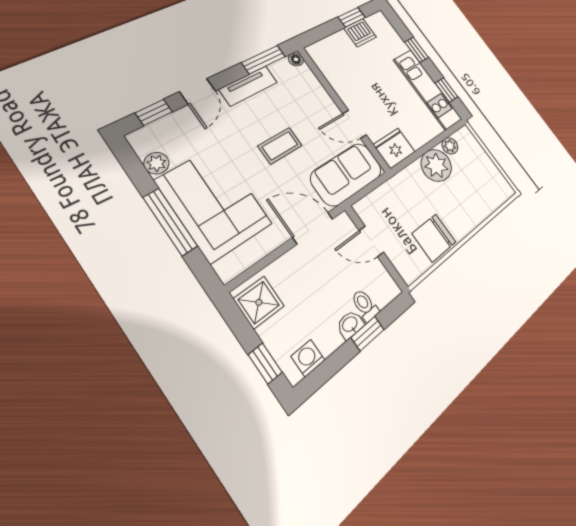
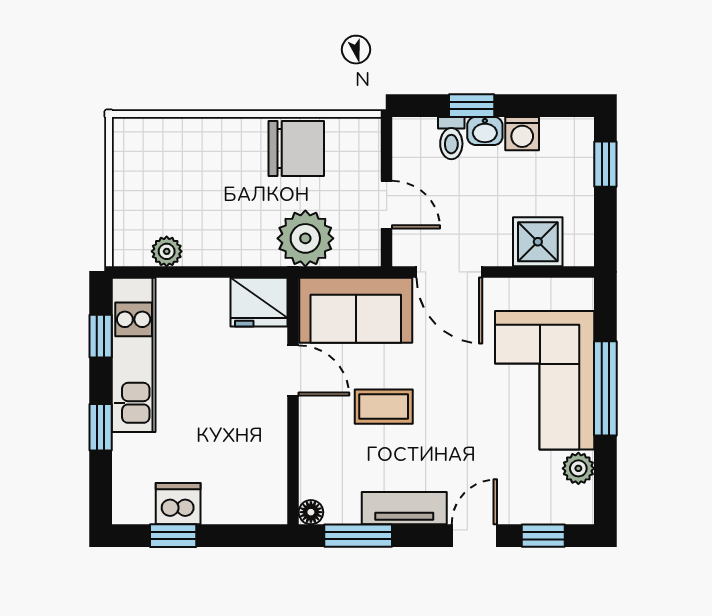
coffee table: (280, 146) -> (384, 407), moved
plant: (436, 165) -> (305, 238), moved
shower: (259, 302) -> (538, 242), moved
washing machine: (308, 358) -> (522, 134), moved

